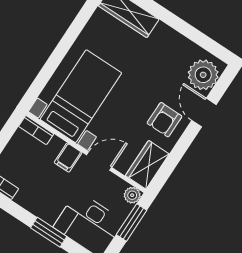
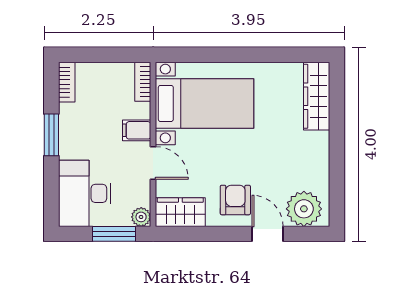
door: (204, 113) -> (268, 234), hinge flipped
armchair: (165, 120) -> (235, 200), turned 90
window: (49, 232) -> (51, 135), moved

